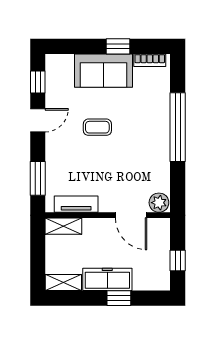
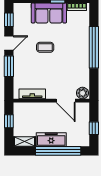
window: (38, 178) -> (9, 66), moved
shelving: (63, 226) -> (25, 107), removed
window: (38, 249) -> (9, 121), added
window: (119, 298) -> (58, 151), width x3.17

